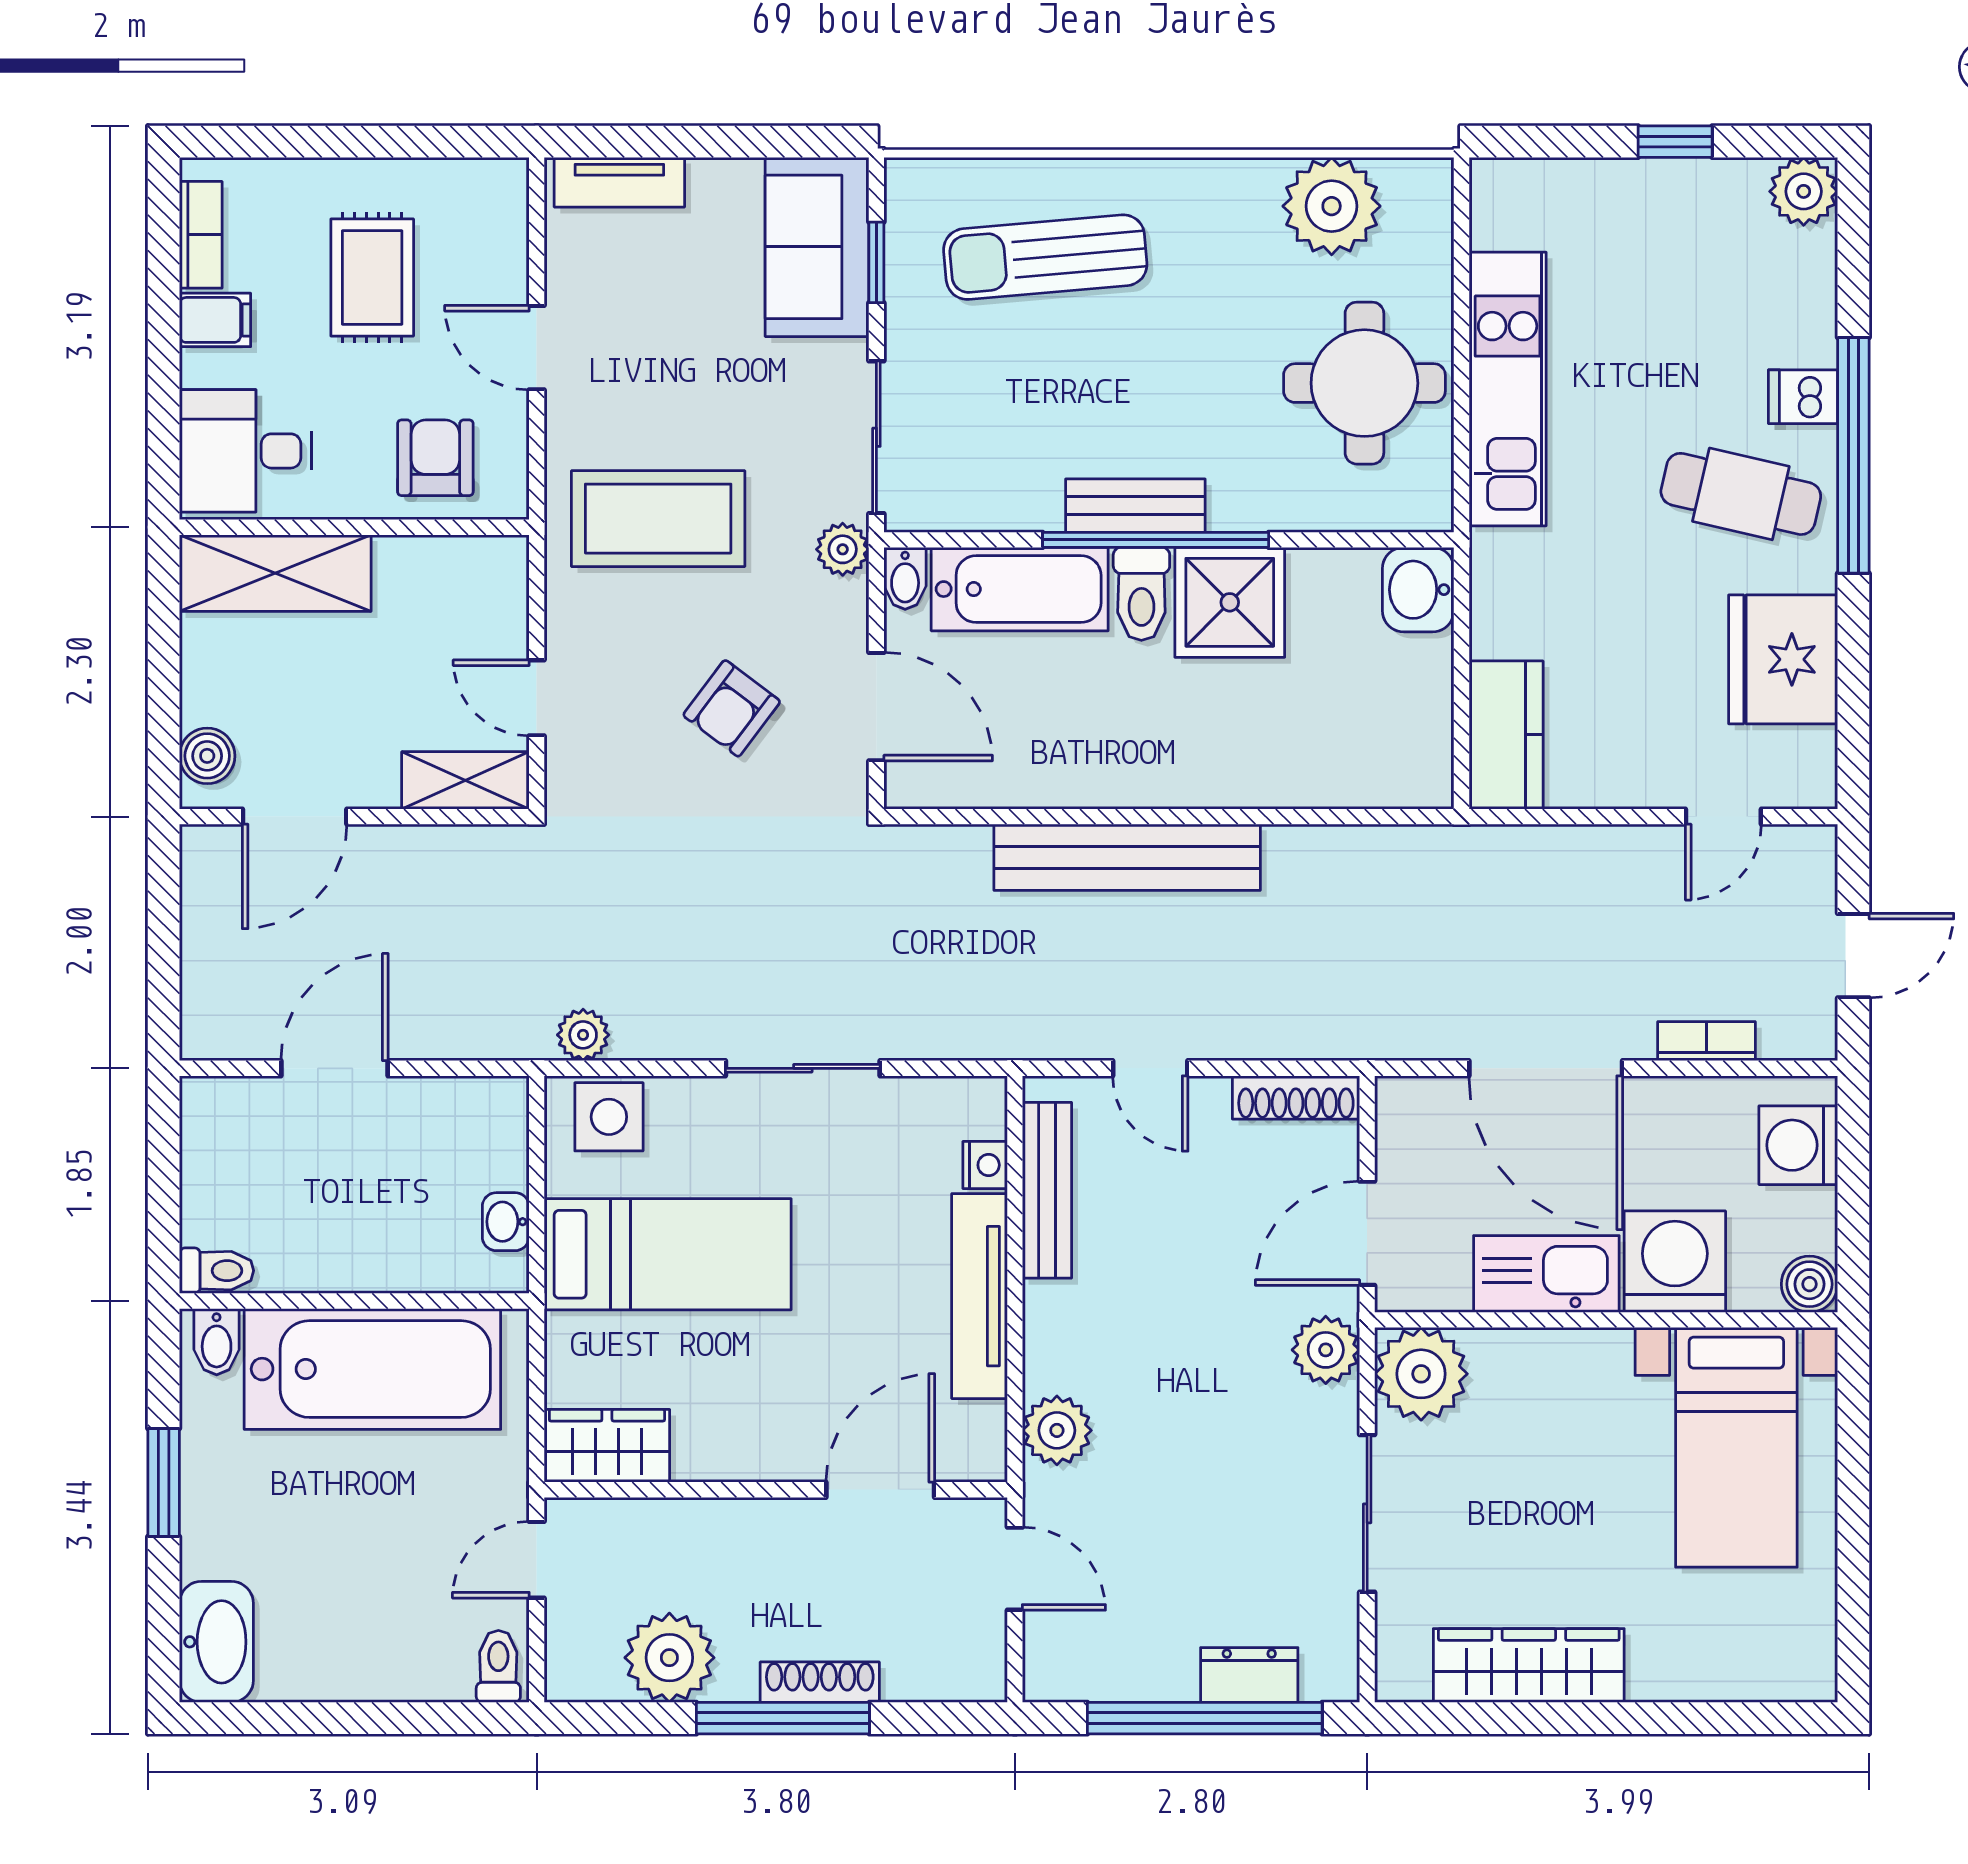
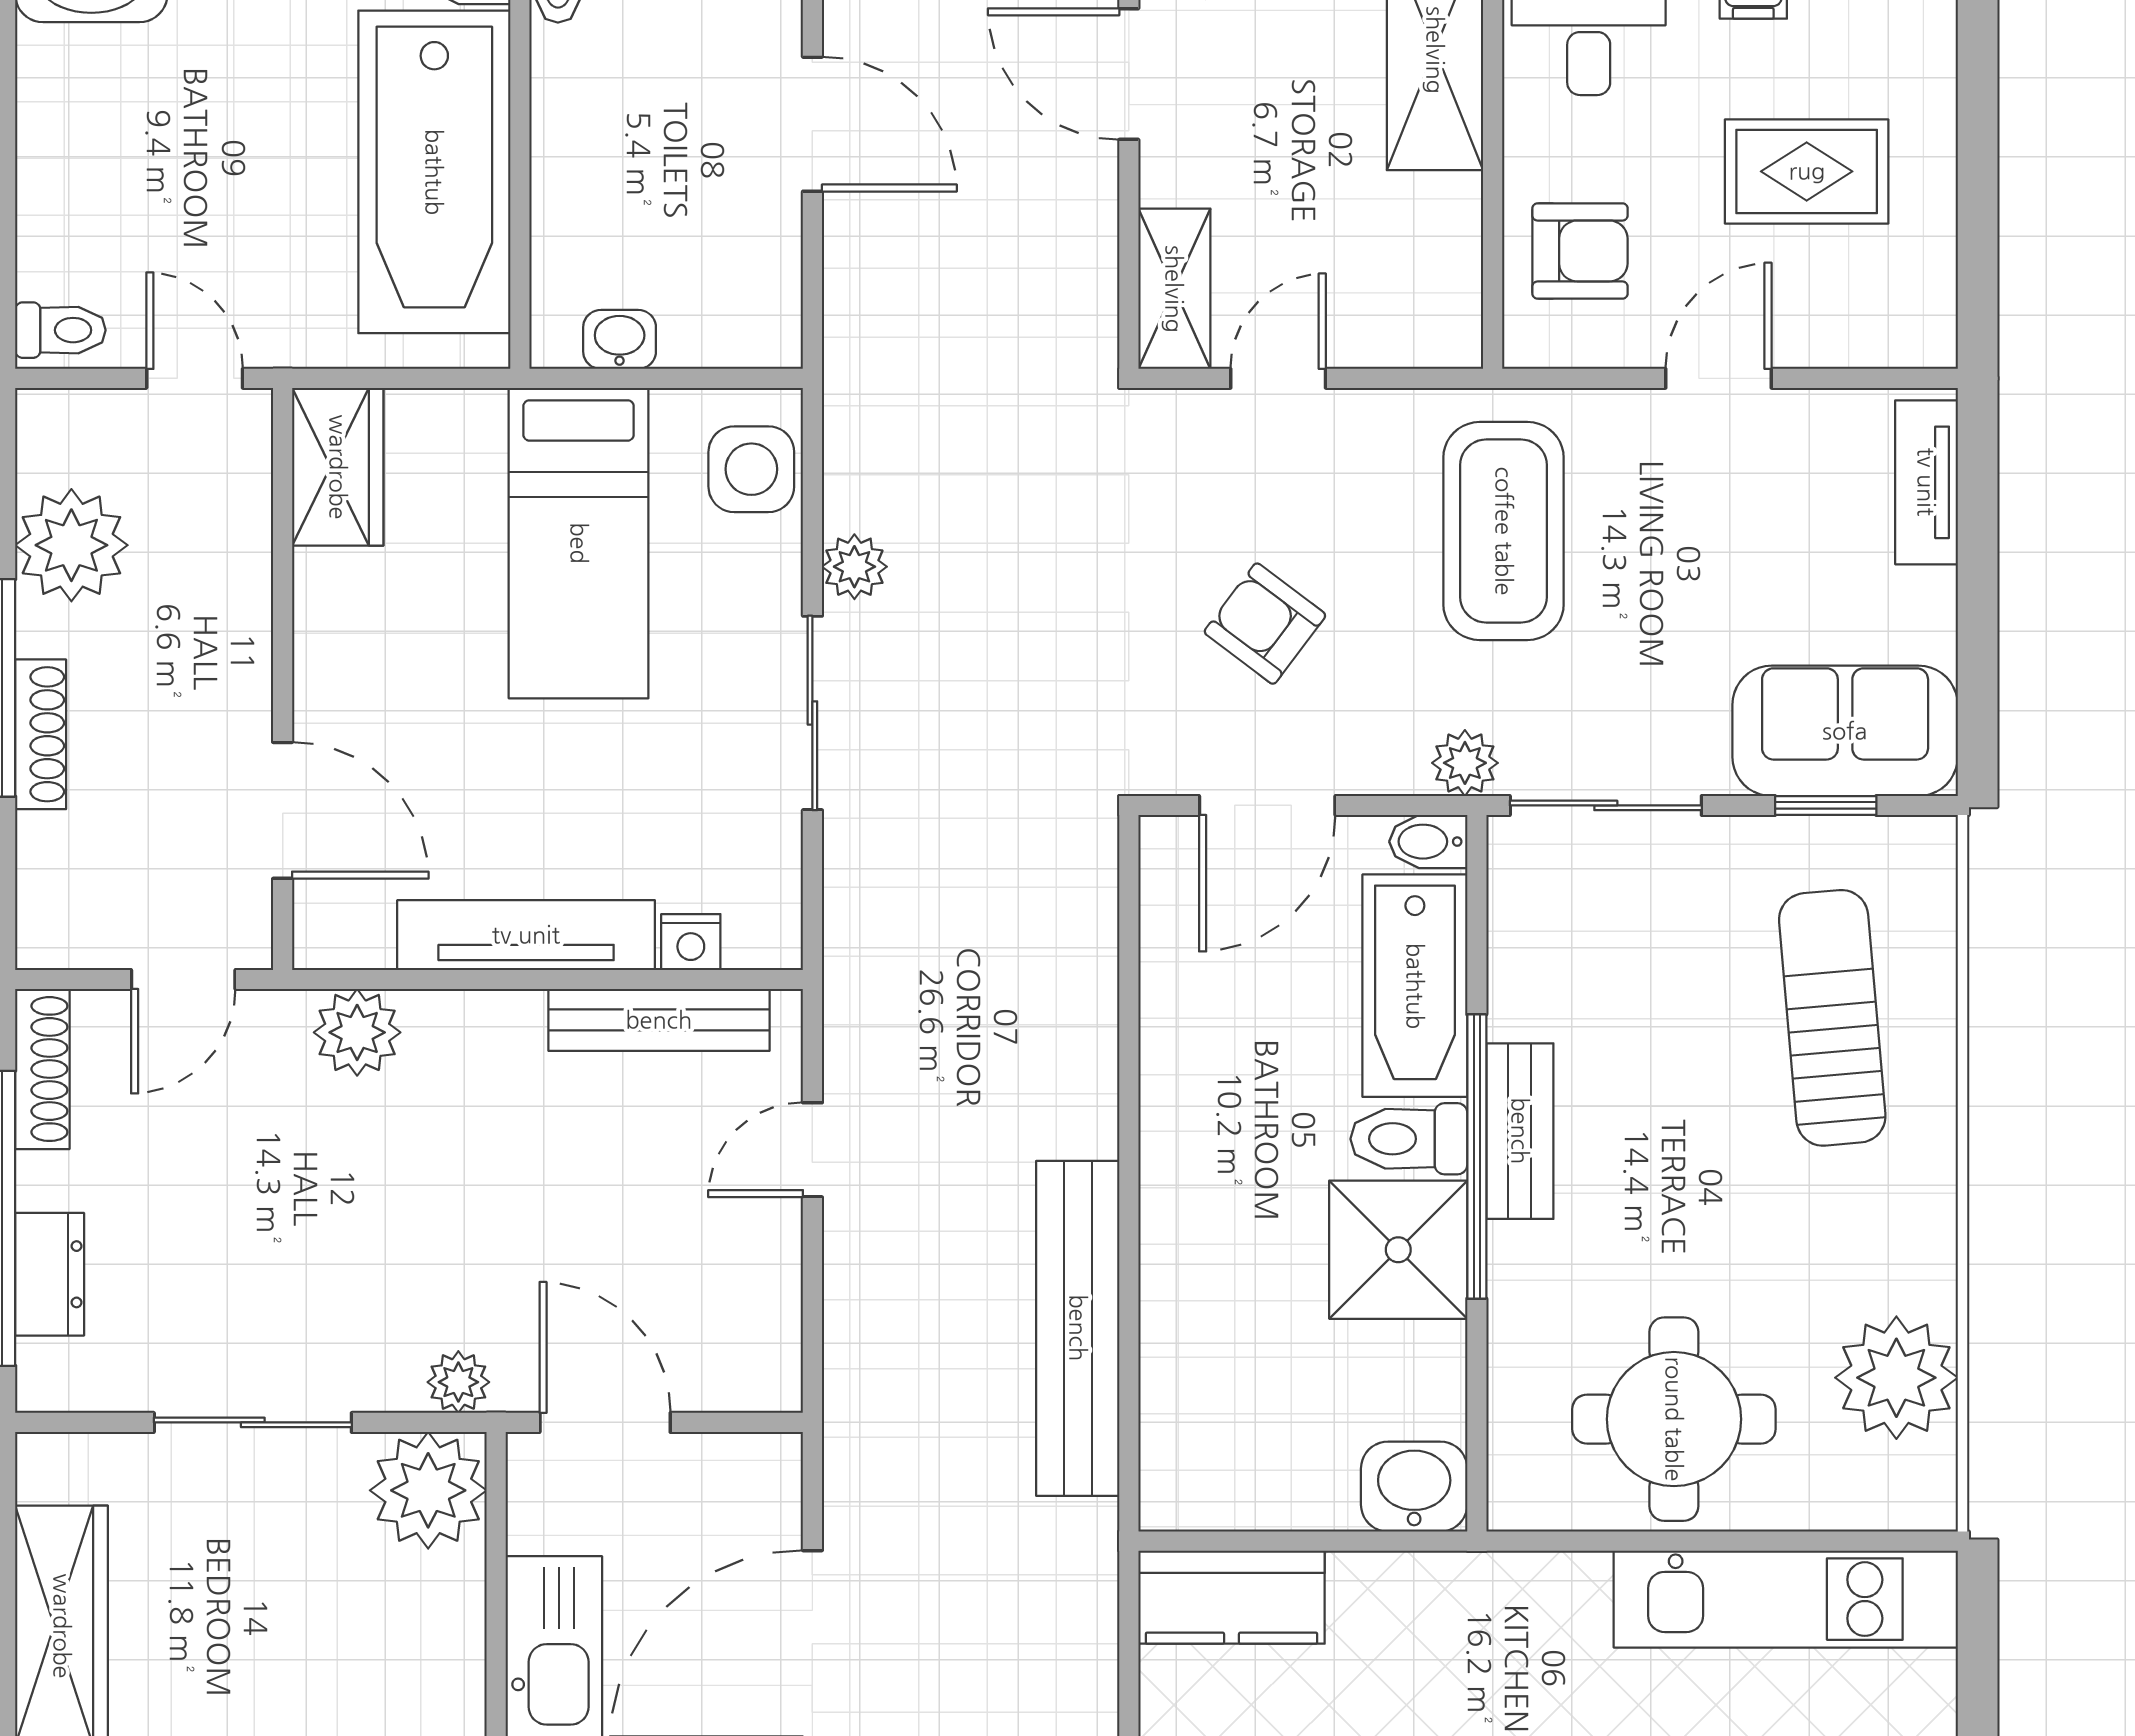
kitchen unit: (1508, 389) -> (1786, 1599), moved
bench: (1127, 857) -> (1078, 1328), moved
plant: (583, 1035) -> (854, 567), moved
shoe rack: (1296, 1097) -> (42, 1069), moved, turned 180
plant: (1326, 1350) -> (458, 1382), width x0.73, depth x0.73

